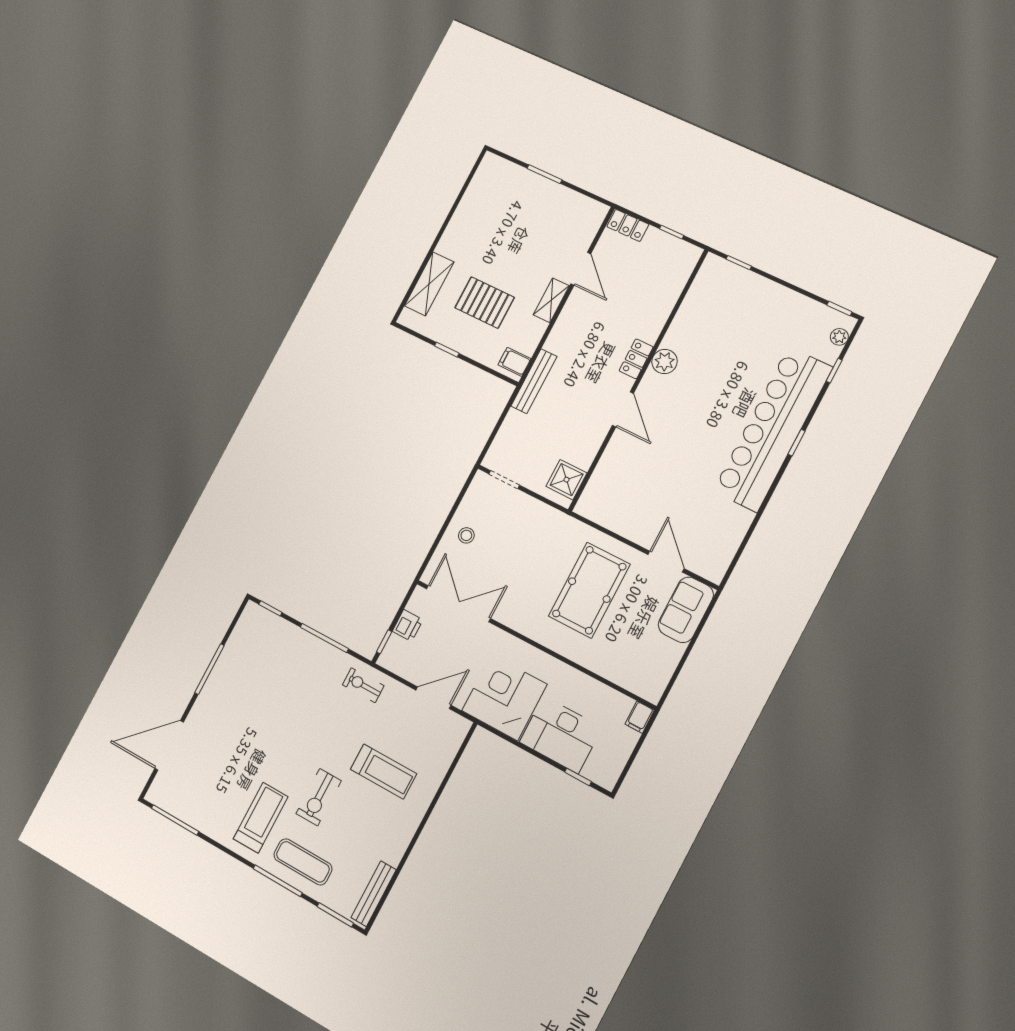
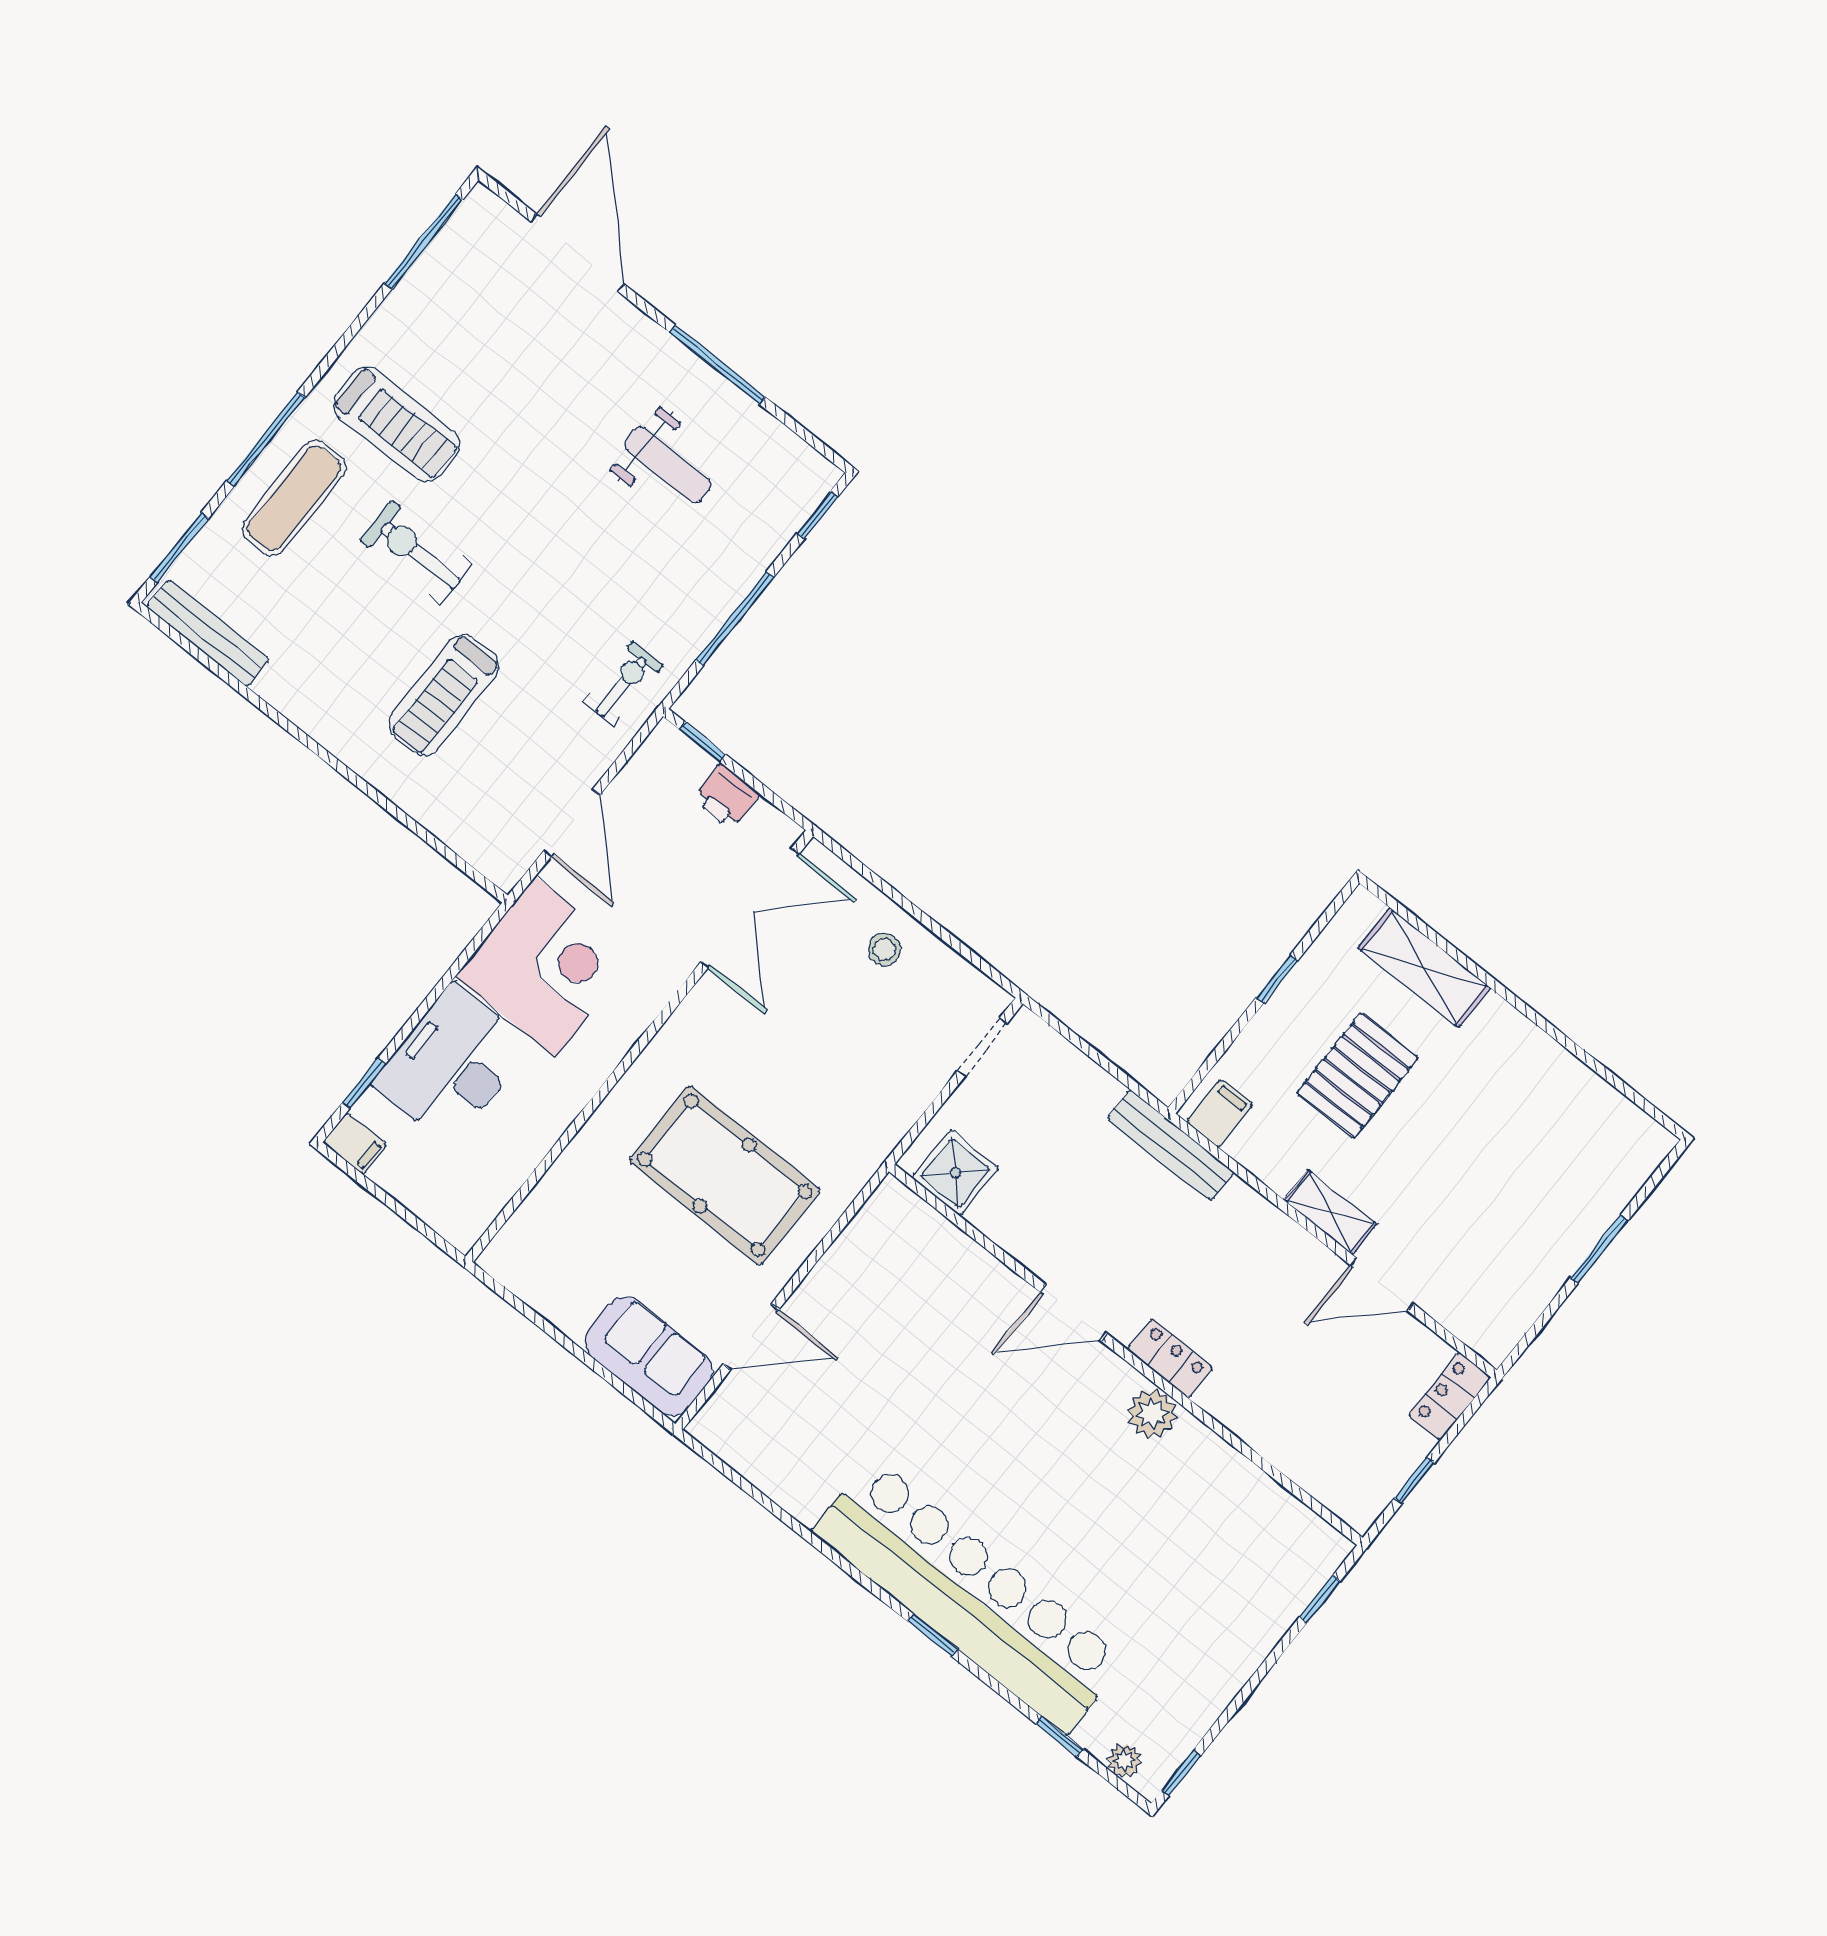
weight bench: (259, 684) -> (668, 465), added
filing cabinet: (640, 717) -> (355, 1143), moved, turned 180

